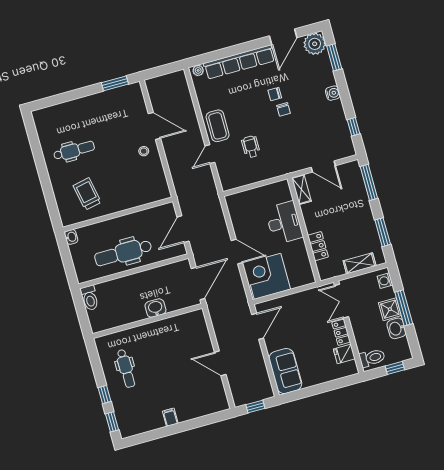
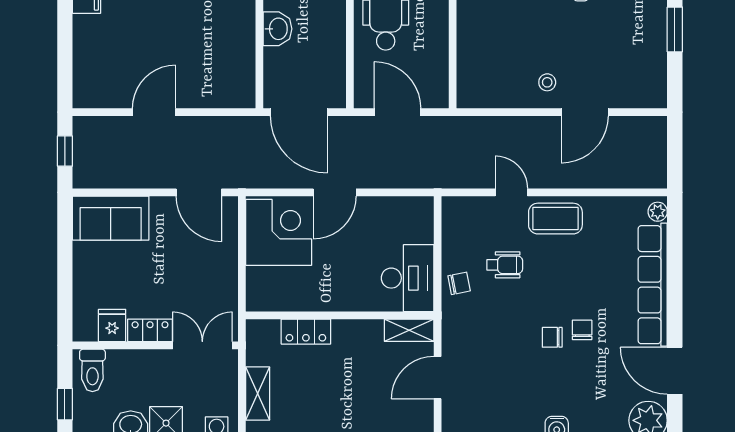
window: (115, 83) -> (675, 29), moved
chair: (268, 169) -> (459, 283), added
desk: (284, 223) -> (408, 278), moved, turned -90

